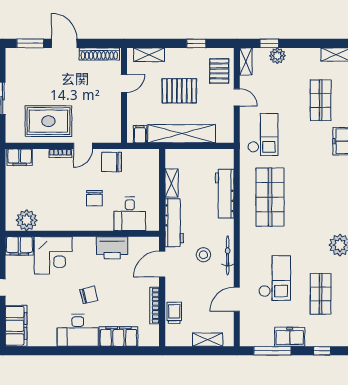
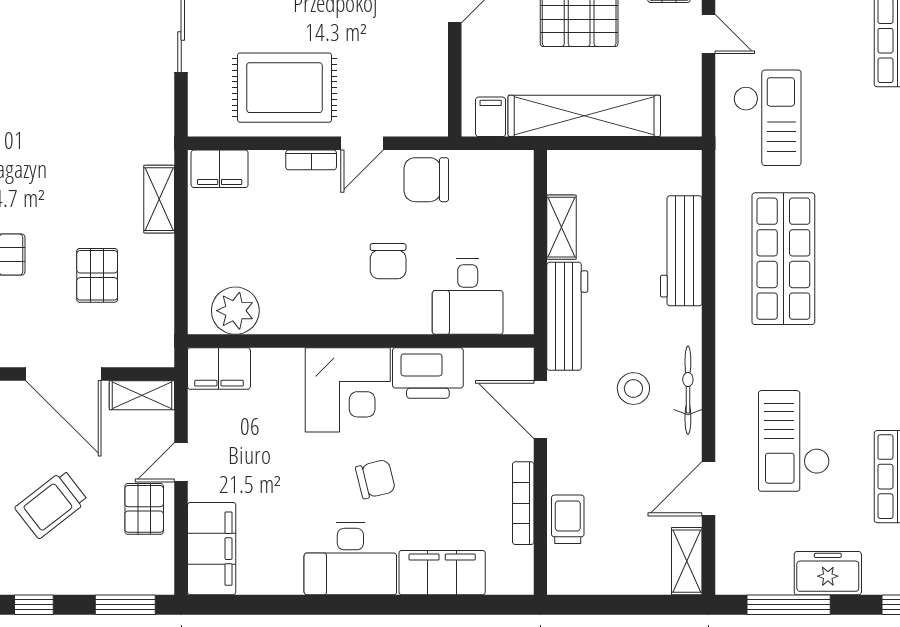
corner desk: (53, 255) -> (348, 390), moved
door: (162, 264) -> (540, 410), hinge flipped
checkout: (275, 278) -> (794, 441), turned 180
shelving: (208, 340) -> (687, 561), moved, turned 90

